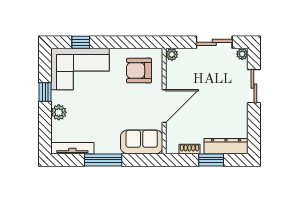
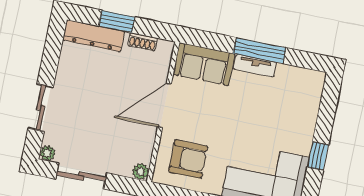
plant: (59, 112) -> (305, 125), removed
tv unit: (72, 148) -> (255, 66), moved, width x0.71

